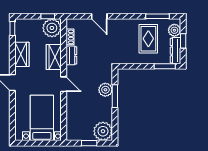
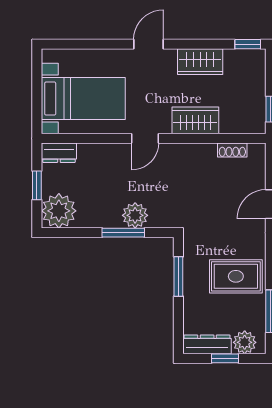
plant: (52, 28) -> (249, 117), removed
rug: (148, 39) -> (236, 276), moved
dresser: (71, 55) -> (59, 153), moved
window: (165, 66) -> (178, 277), moved

